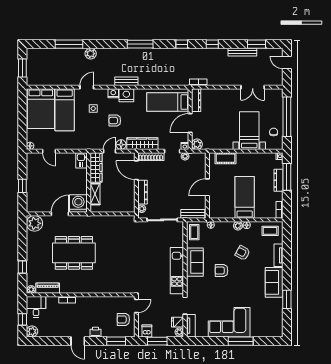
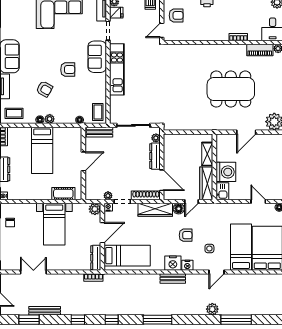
bed with nightstands: (249, 131) -> (54, 224), moved
washing machine: (78, 204) -> (226, 172), moved, turned -90
sofa: (195, 262) -> (97, 57), moved

